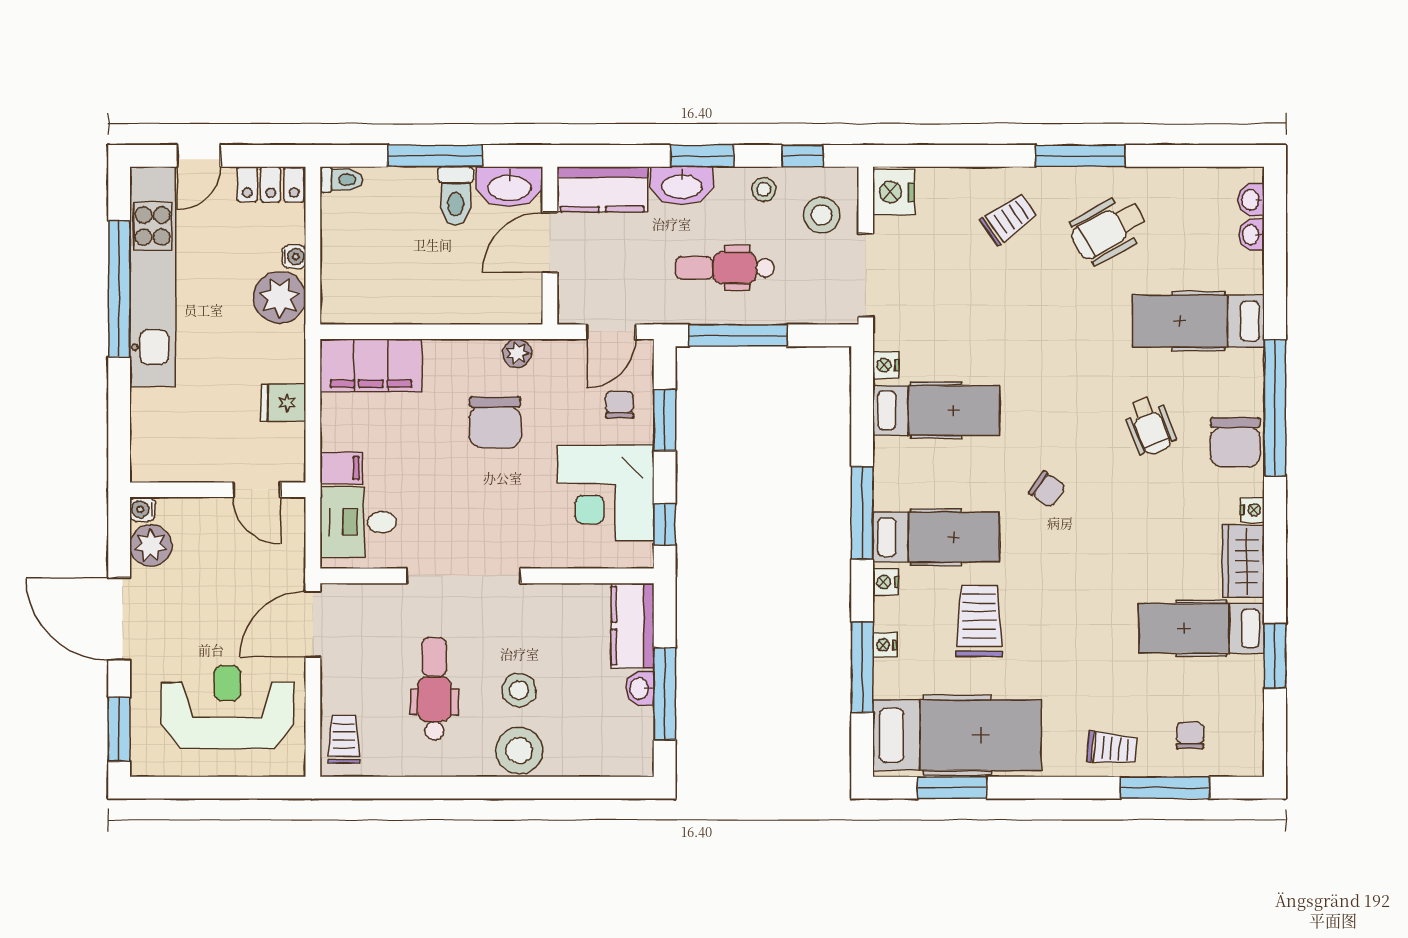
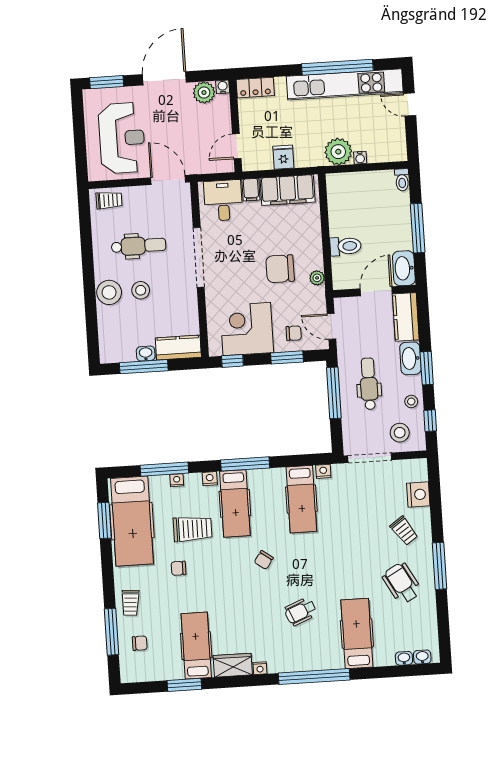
locker: (271, 184) -> (255, 88), moved, turned -90
nightstand: (894, 192) -> (418, 494), moved, turned 90
toilet: (456, 196) -> (345, 246), moved, turned 180
door: (550, 242) -> (376, 291), hinge flipped
filing cabinet: (371, 365) -> (288, 190), moved, turned -90
chair: (1235, 442) -> (179, 568), moved, width x0.54, depth x0.54

